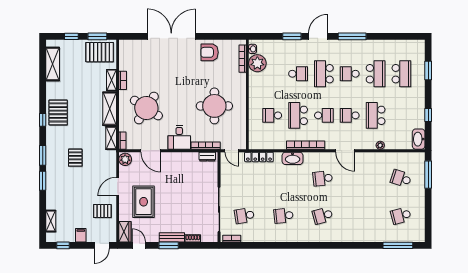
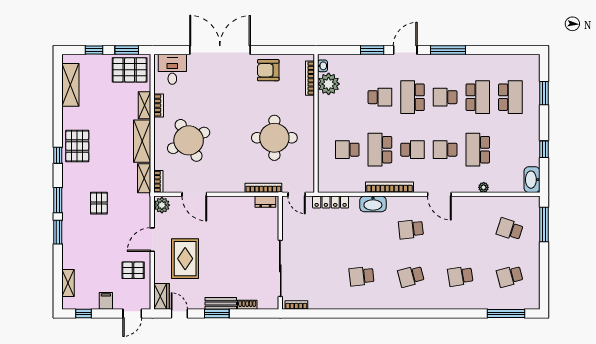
round table: (146, 108) -> (189, 140), turned 30
desk: (179, 137) -> (172, 69), moved, turned 180
school desk: (244, 216) -> (460, 276), moved

